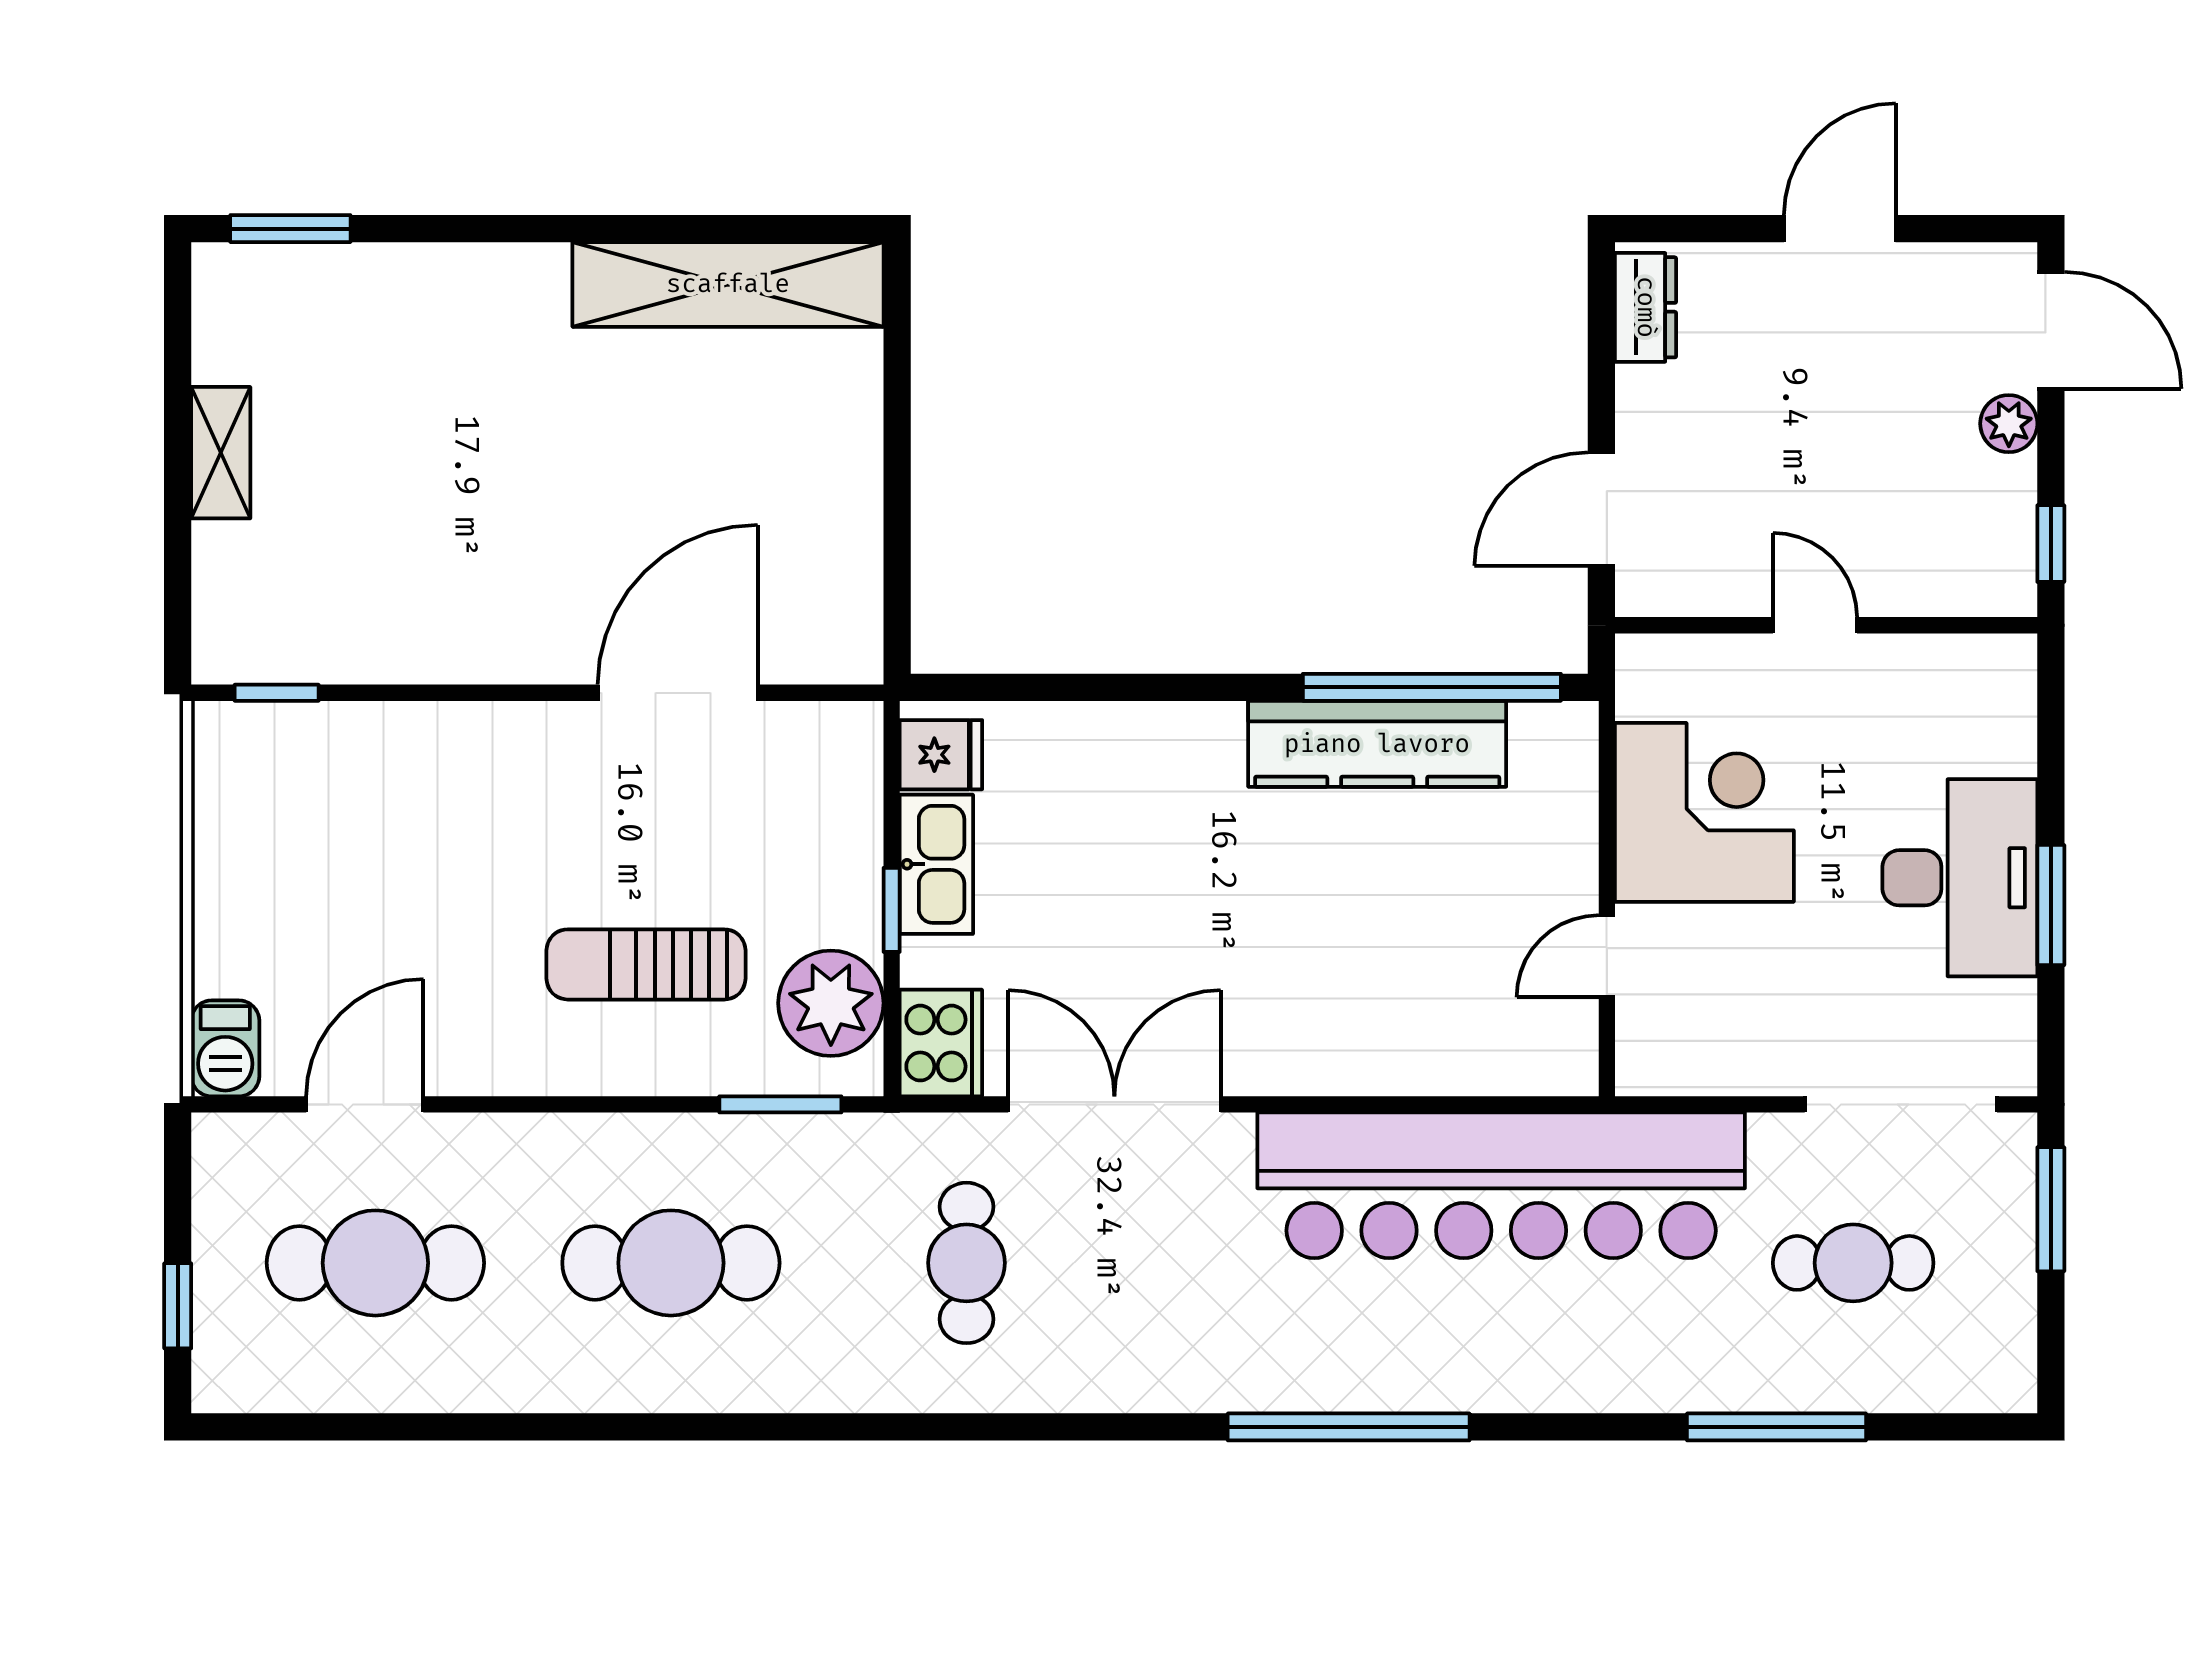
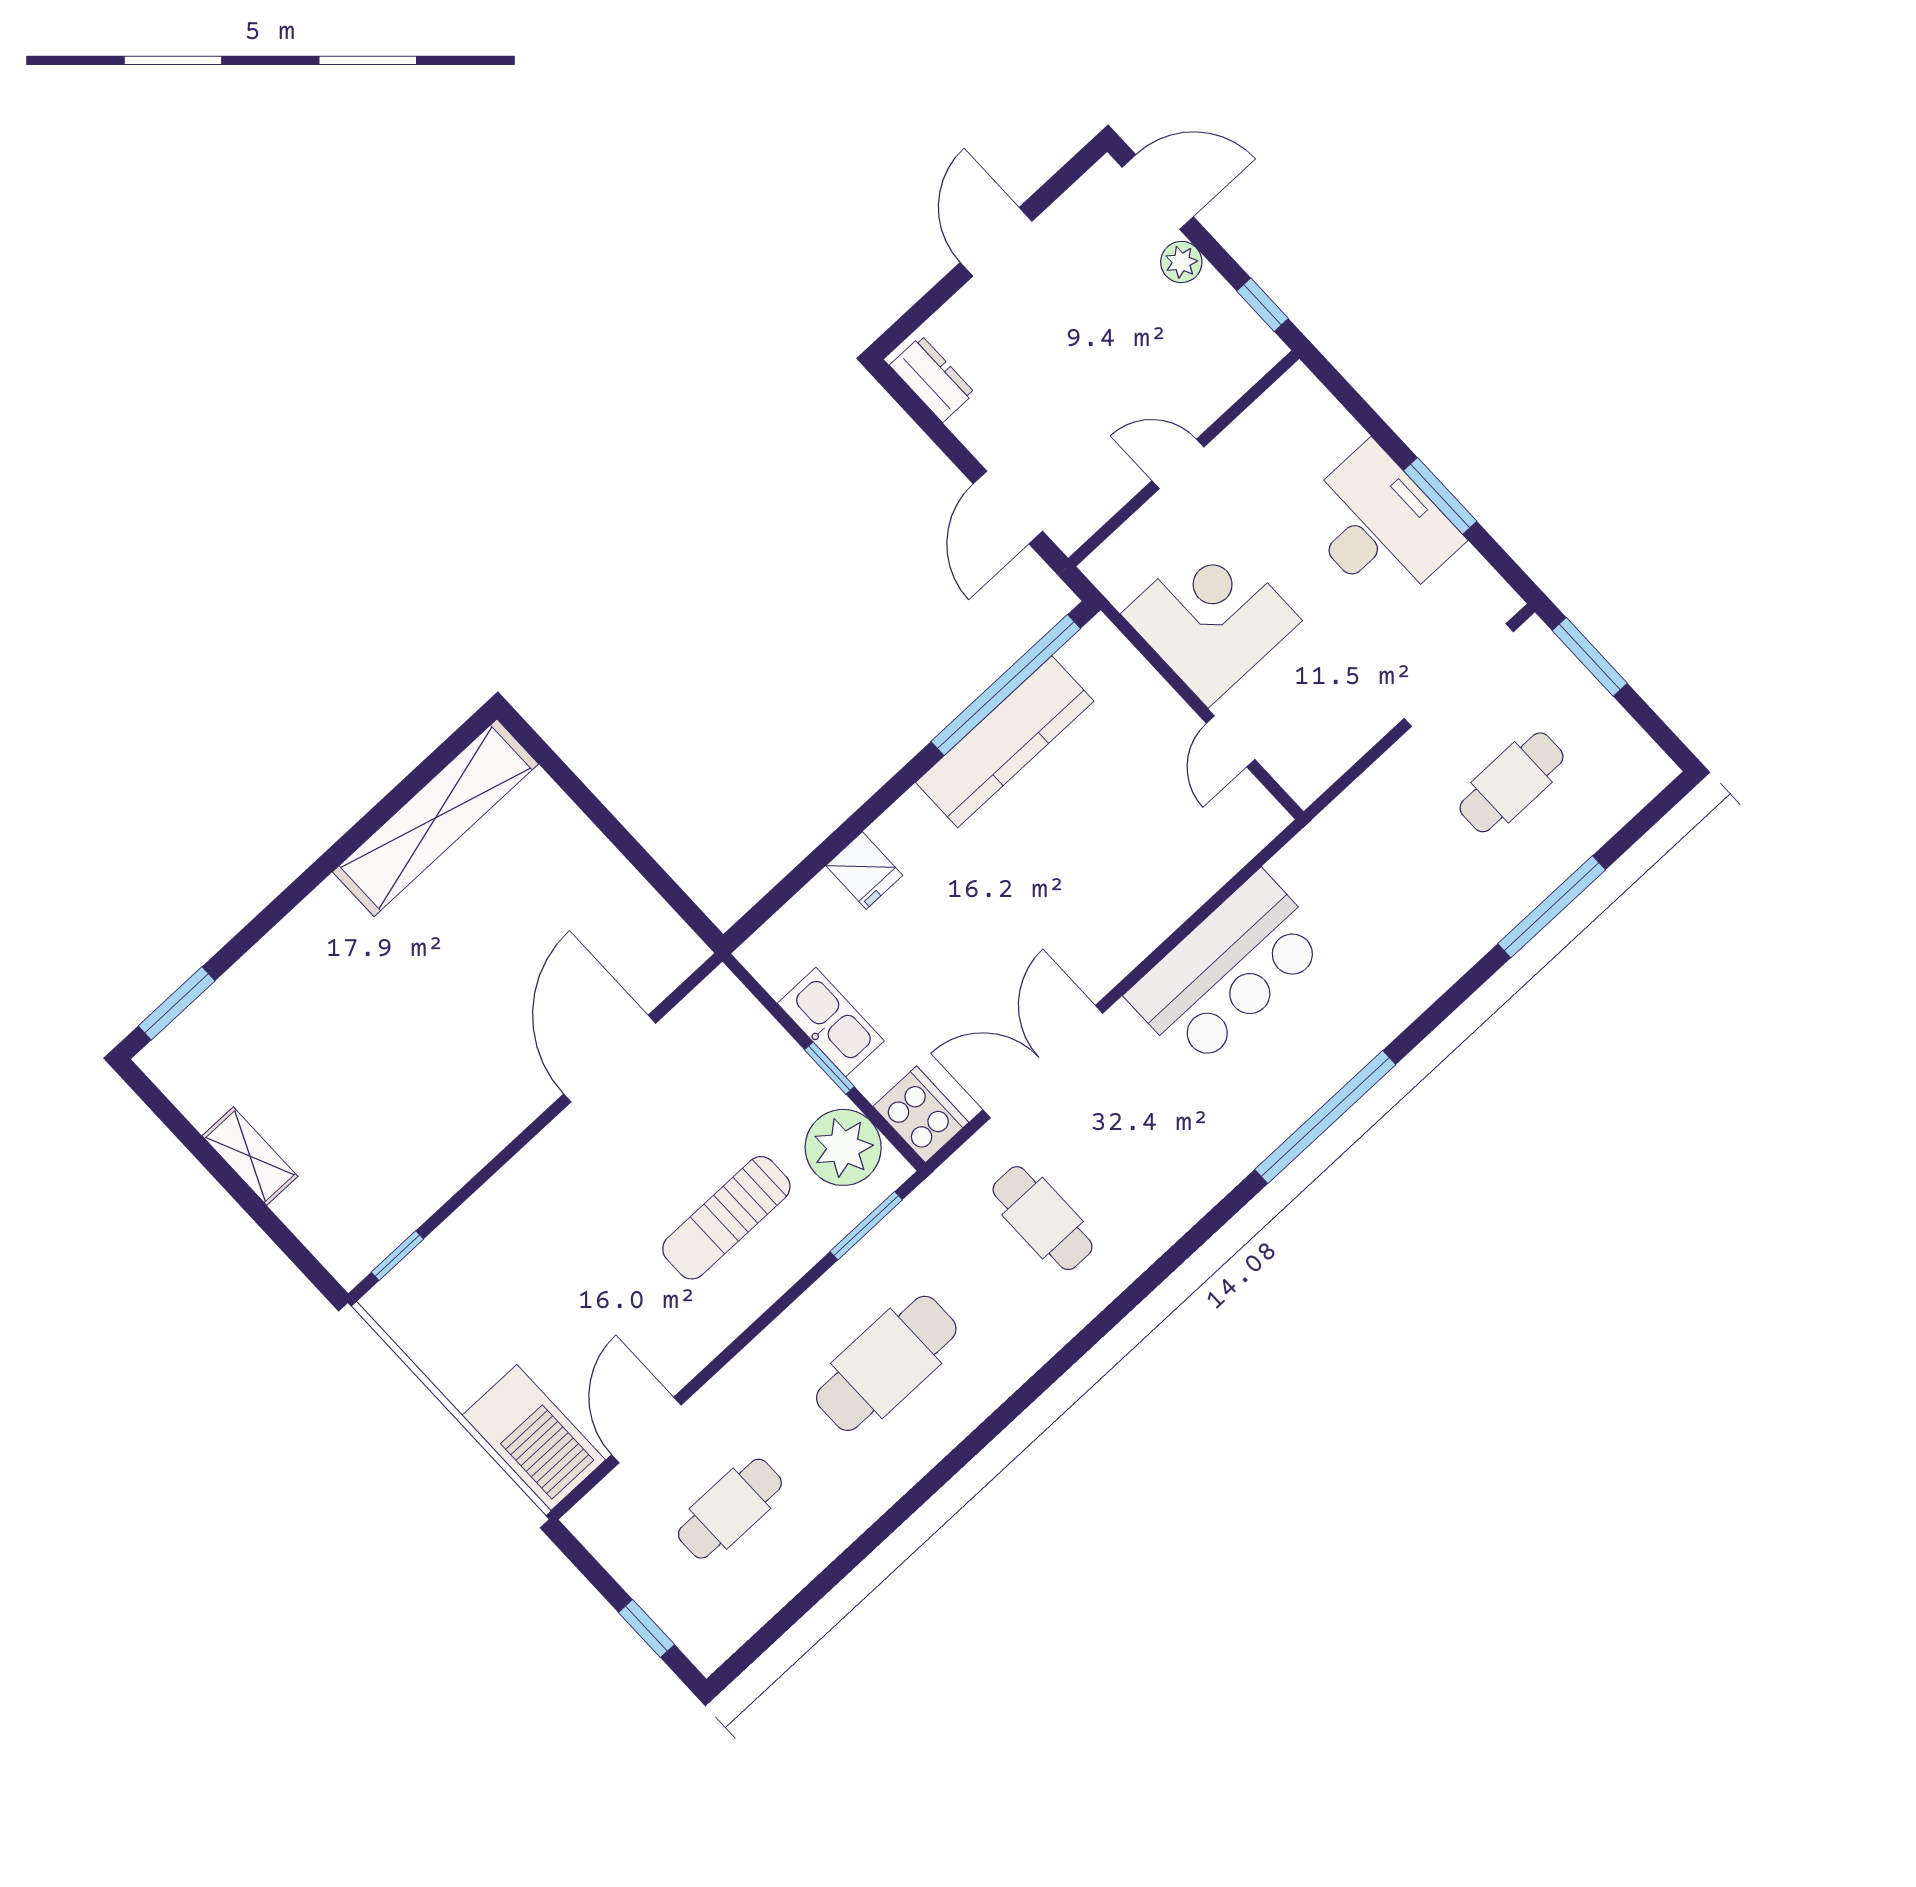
fridge: (941, 755) -> (864, 870), moved, turned 90
barbecue: (225, 1048) -> (534, 1438), width x1.88, depth x1.53
bar counter: (1501, 1185) -> (1228, 970), width x0.54
cafe table: (375, 1263) -> (730, 1509), width x0.73, depth x0.74

